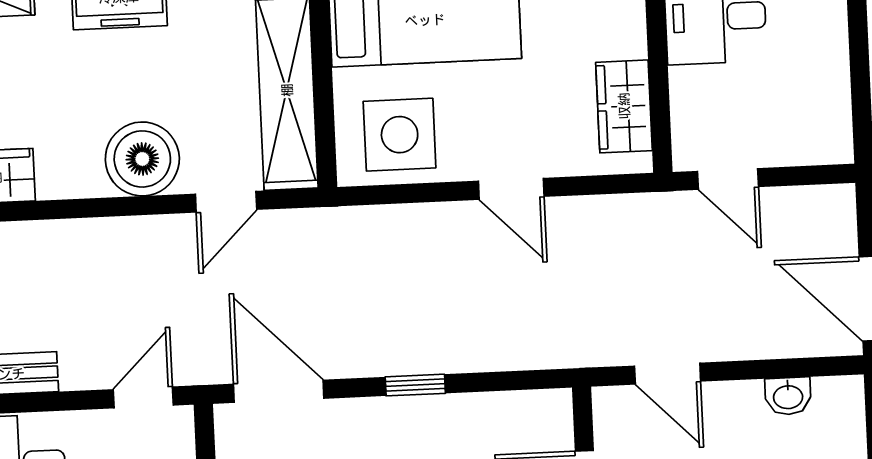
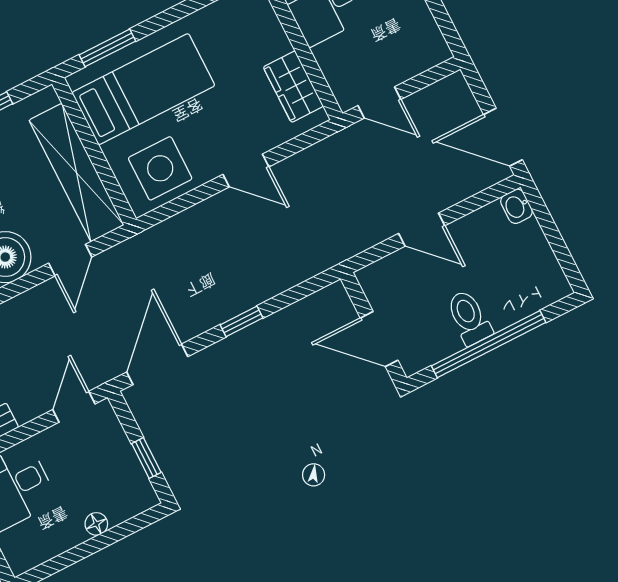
door: (668, 374) -> (422, 230), moved
door: (279, 391) -> (157, 364), hinge flipped
washbasin: (788, 396) -> (516, 206), moved, turned 90

